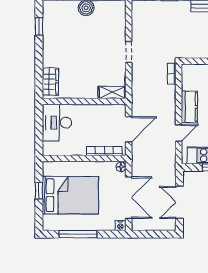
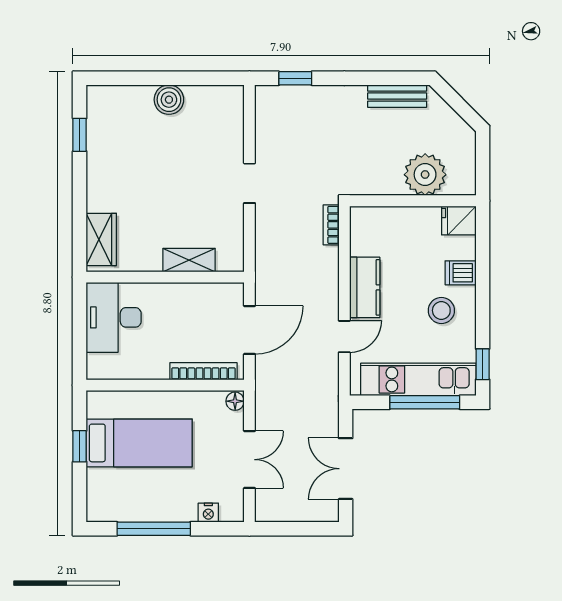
shelving: (112, 92) -> (189, 260), moved
bed: (70, 195) -> (139, 443), width x0.67
double door: (129, 198) -> (249, 460), width x0.73
nightstand: (120, 226) -> (208, 513), moved

